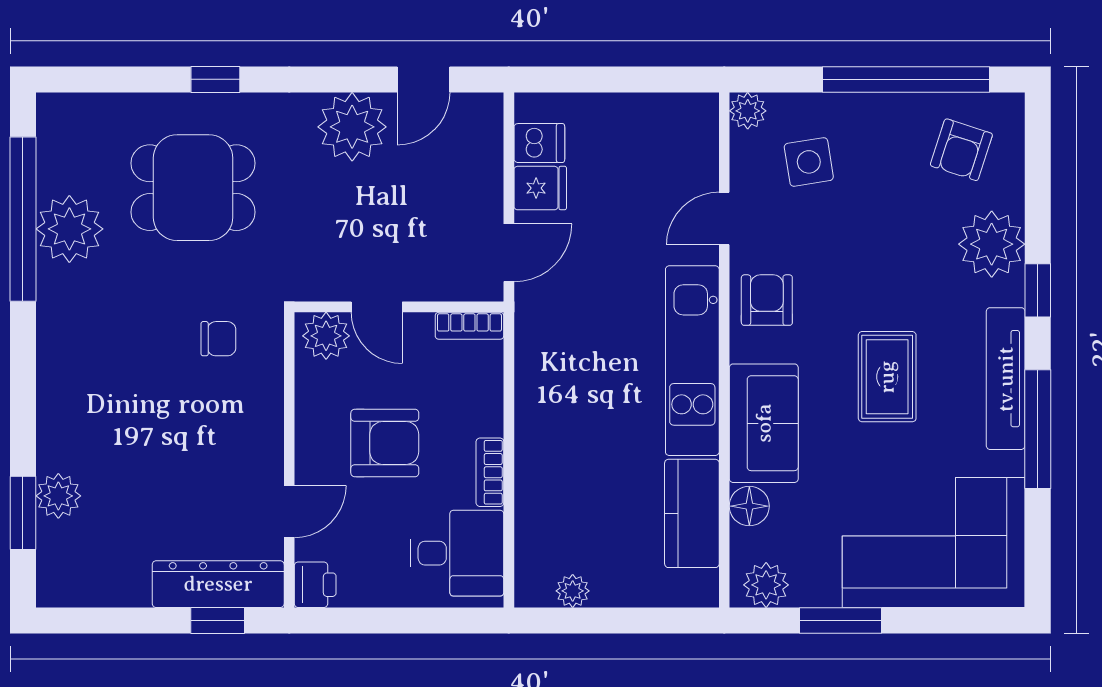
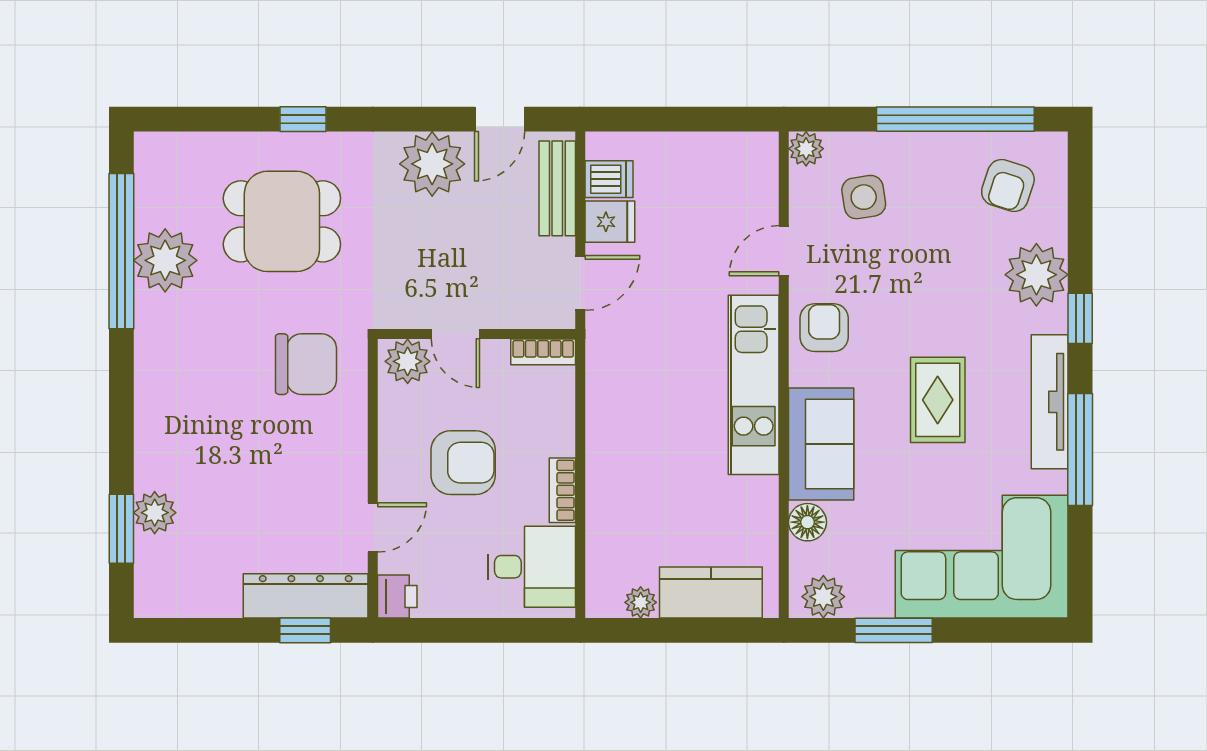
bench: (485, 153) -> (557, 188), added
chair: (218, 339) -> (306, 364), width x1.87, depth x1.87
kitchen counter: (692, 513) -> (711, 592), moved, turned 90

